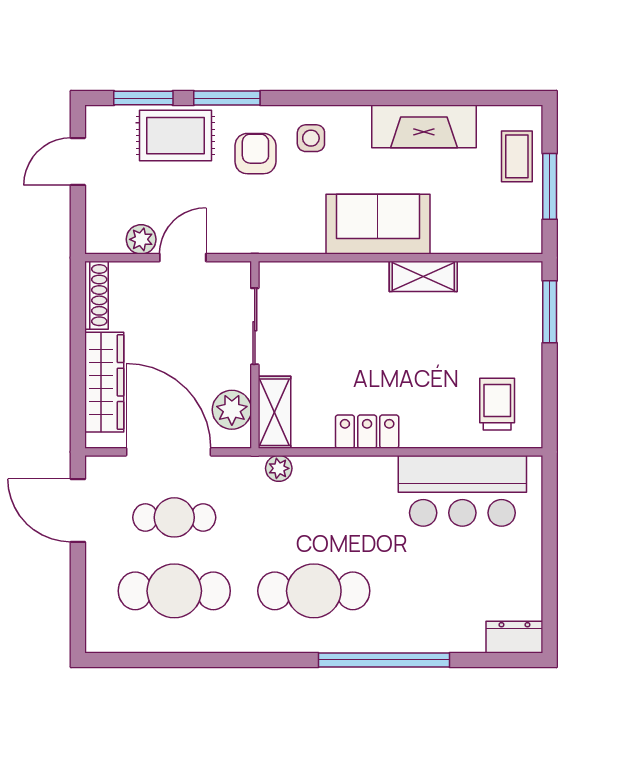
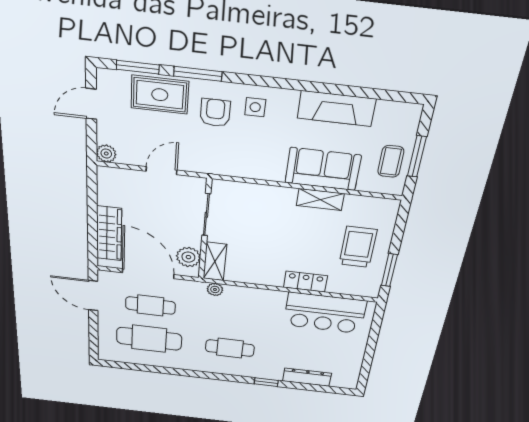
coffee table: (517, 156) -> (391, 161), moved
sofa: (378, 224) -> (323, 169), moved
plant: (141, 239) -> (106, 154), moved
shoe rack: (96, 295) -> (104, 186), removed
window: (550, 312) -> (389, 270), moved
trolley: (497, 404) -> (358, 247), moved, width x1.36, depth x1.39
locker: (367, 432) -> (305, 282), moved
cafe table: (314, 591) -> (230, 348), width x0.73, depth x0.74
dresser: (514, 637) -> (307, 377), moved, width x1.44
window: (384, 660) -> (266, 382), width x0.32

